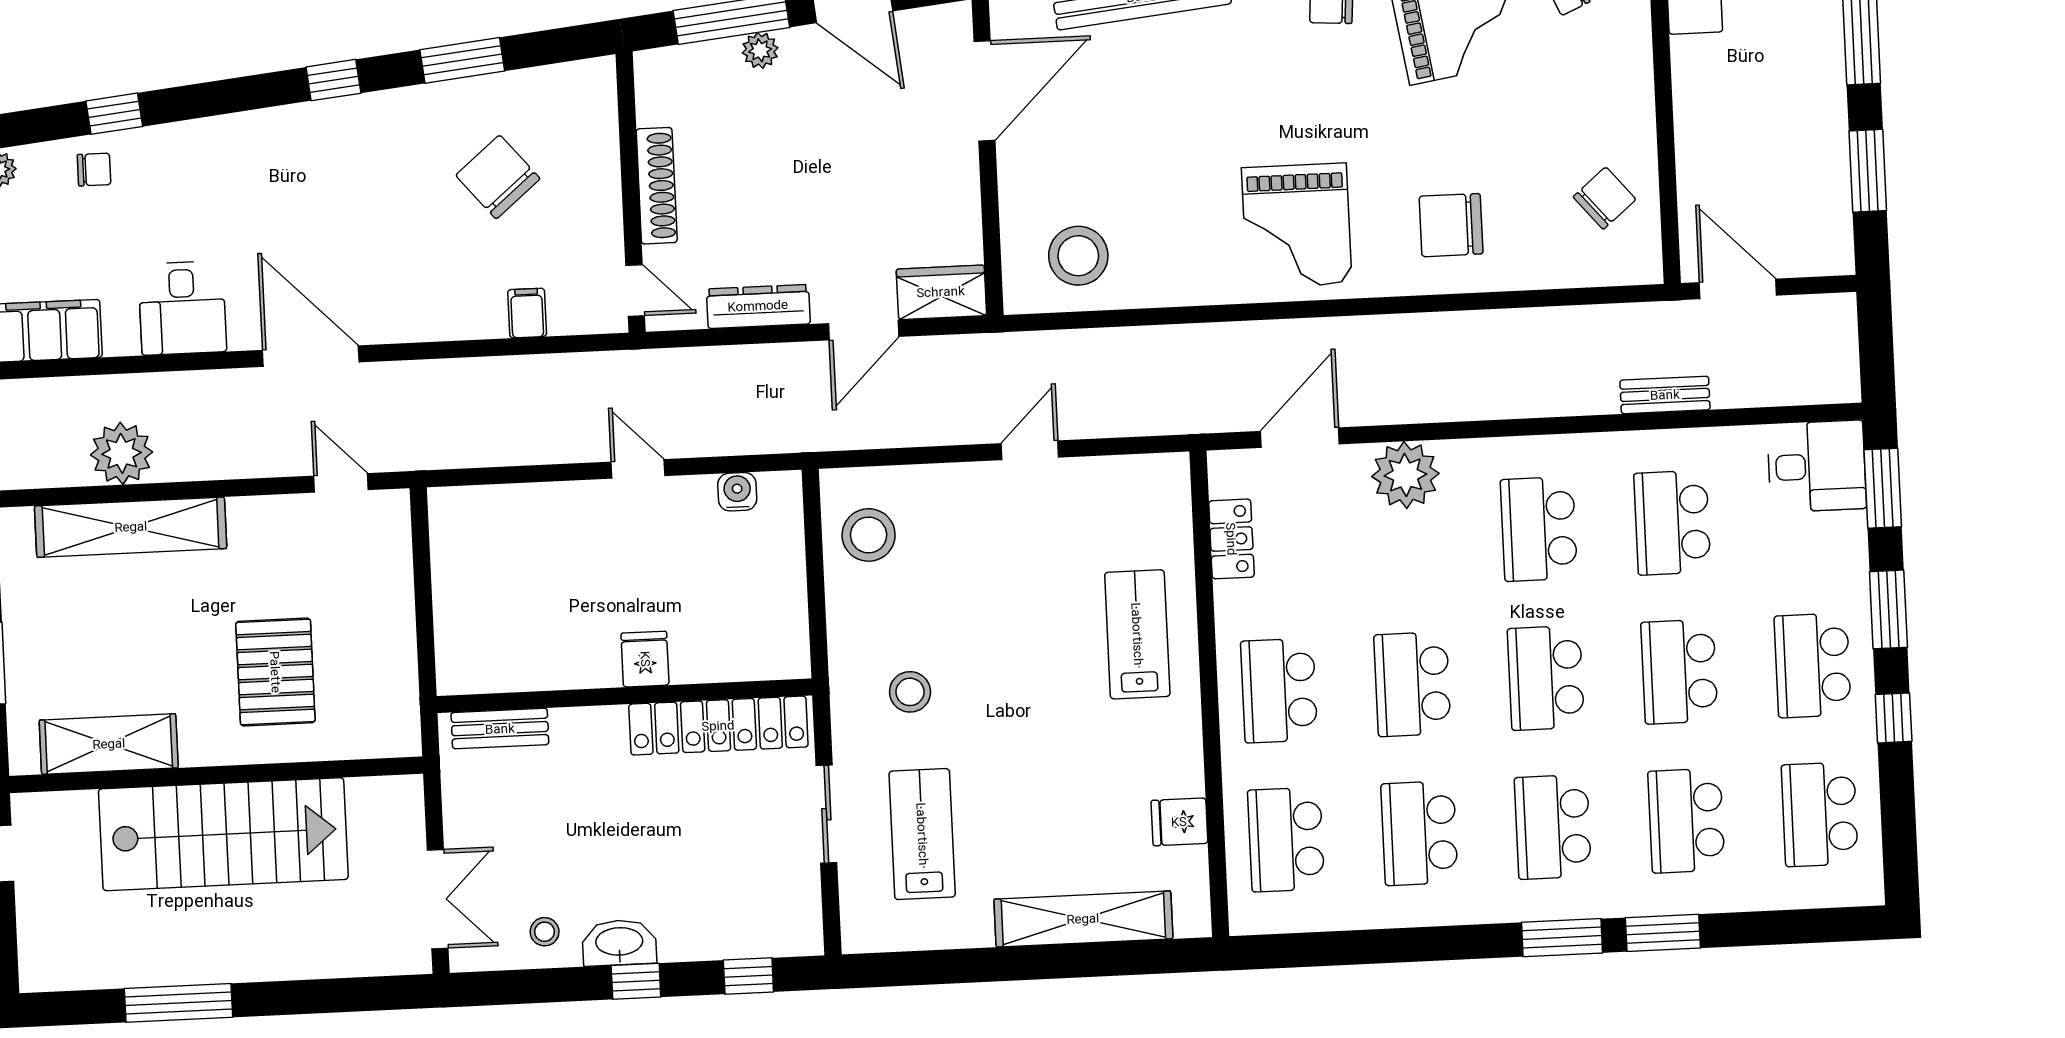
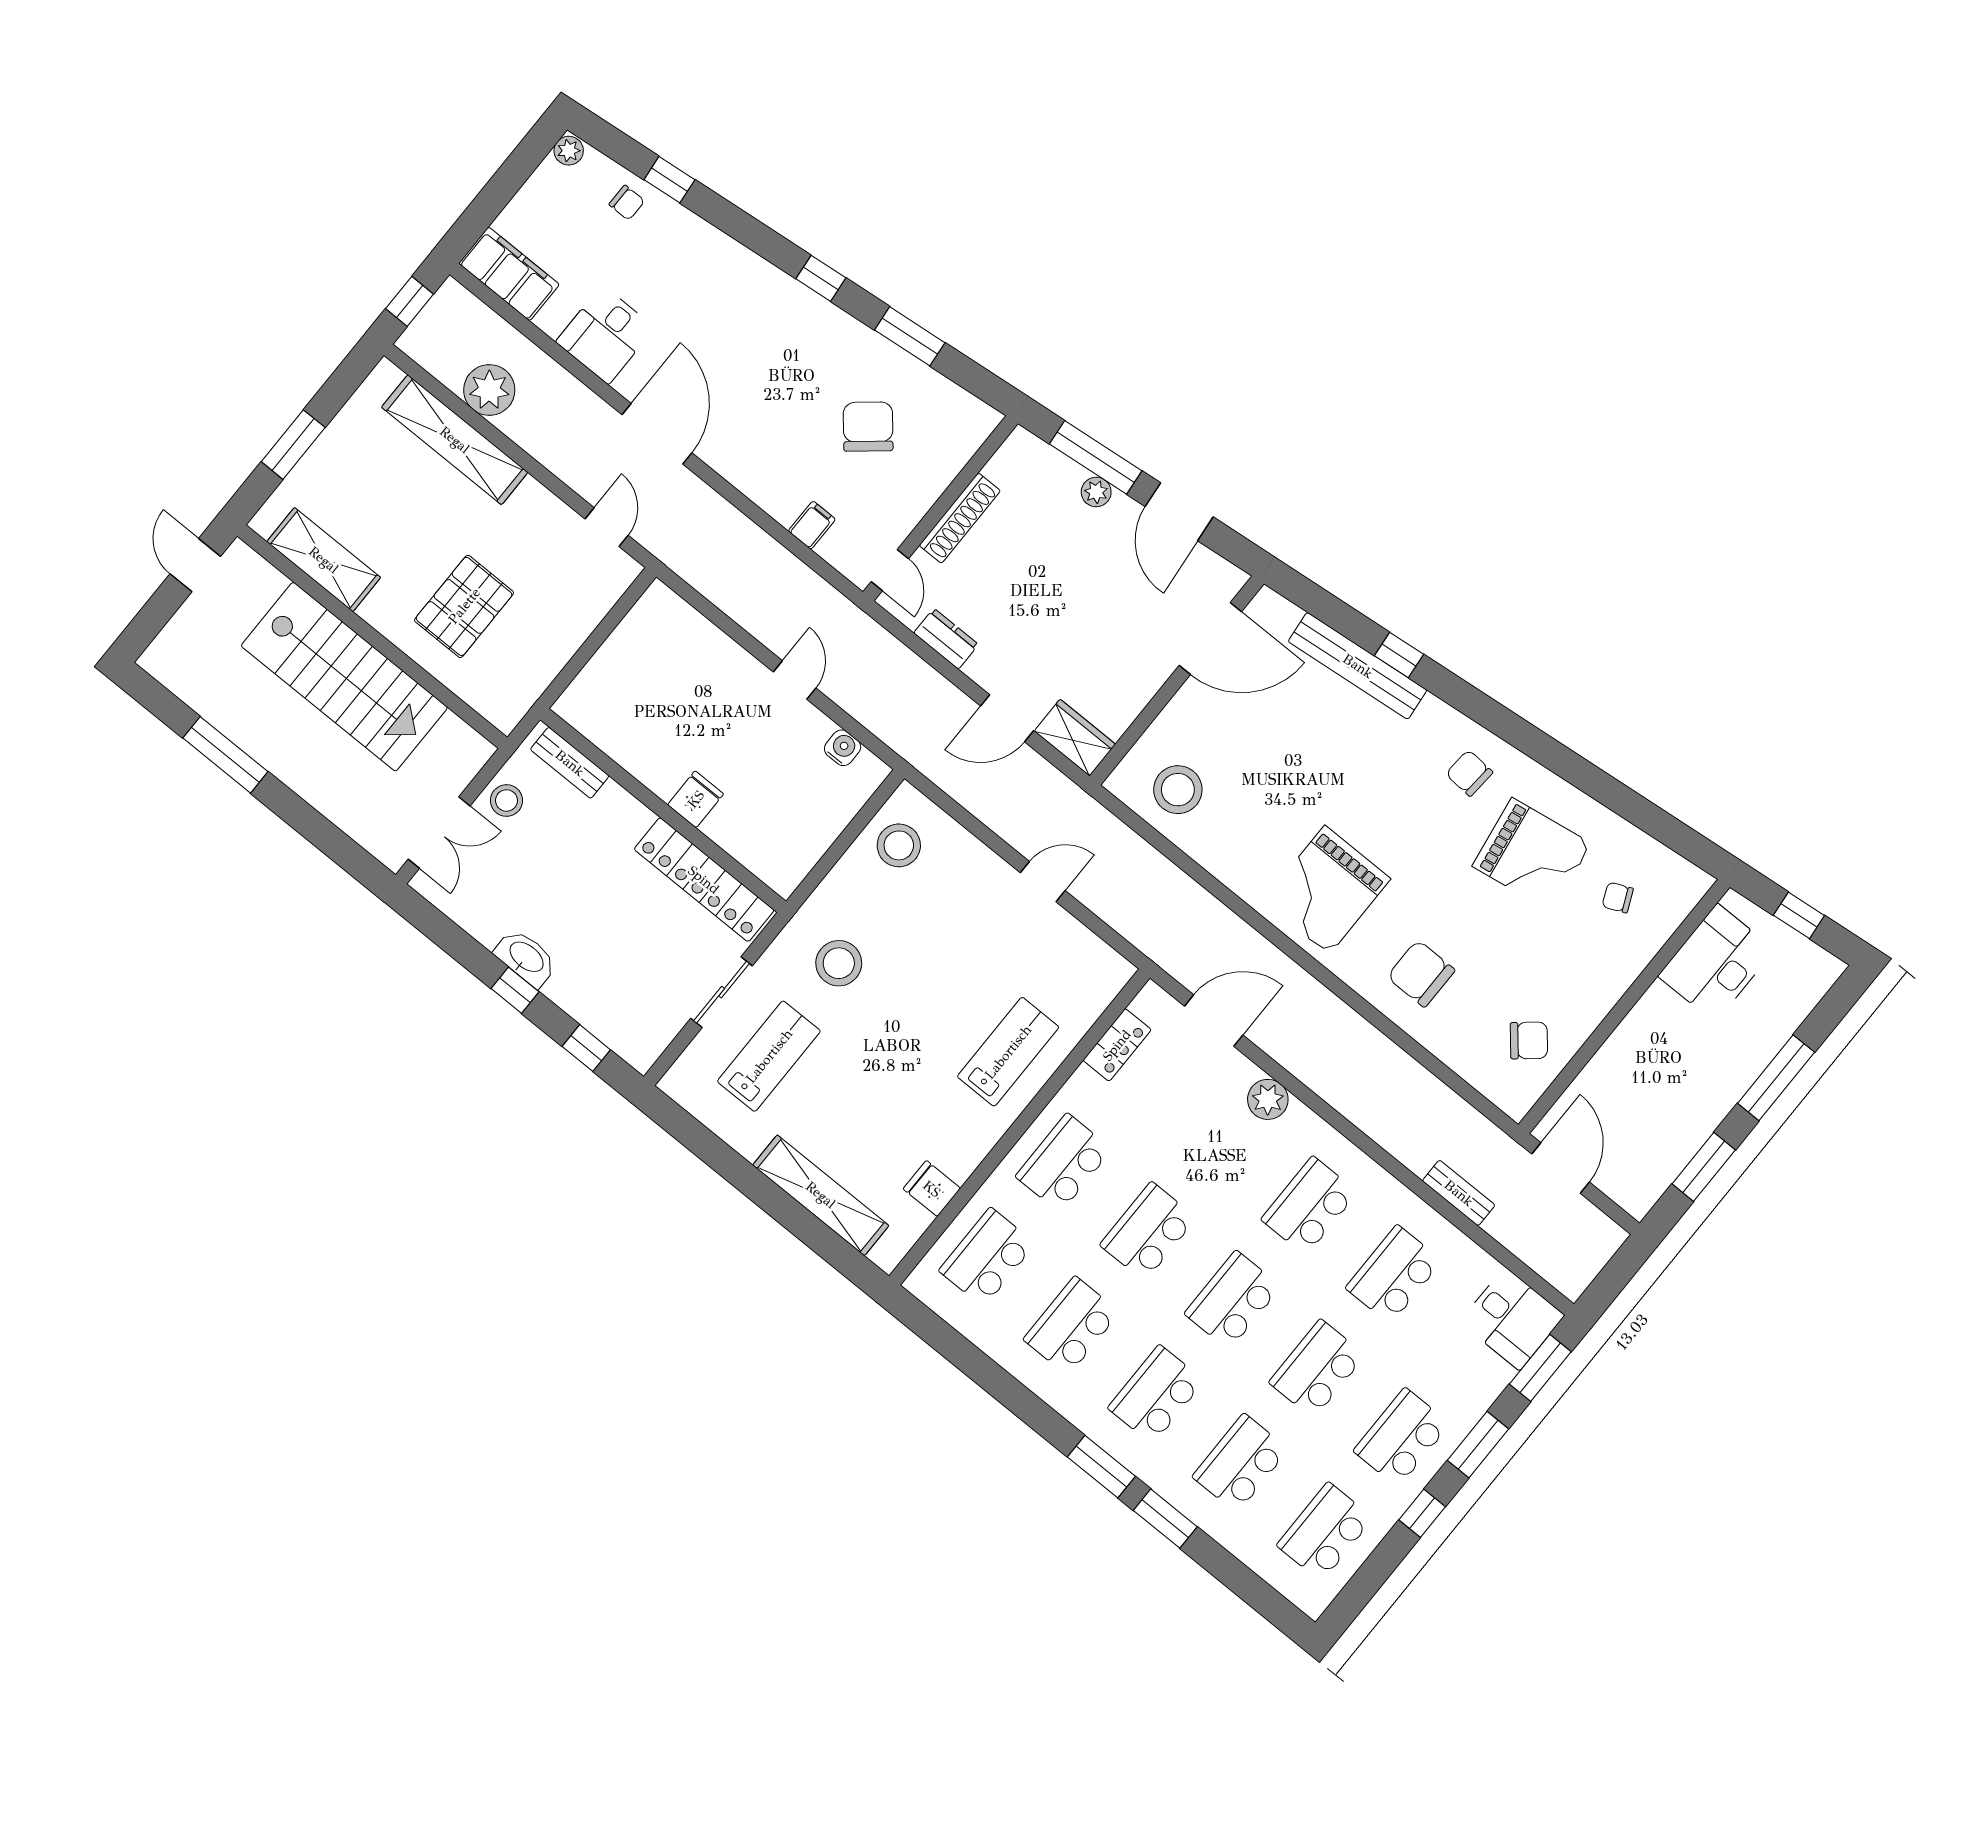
dresser: (758, 306) -> (946, 639), width x0.70
plant: (1405, 475) -> (1268, 1099), width x0.73, depth x0.73
stool: (910, 692) -> (839, 963), width x1.38, depth x1.38
stool: (545, 932) -> (506, 800), moved, width x1.37, depth x1.37

